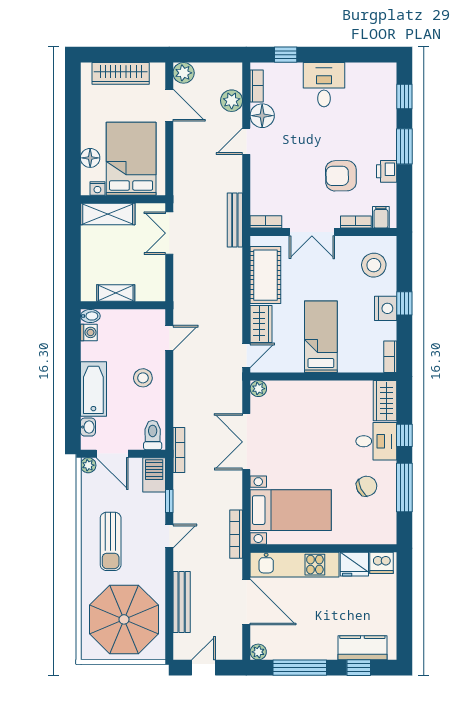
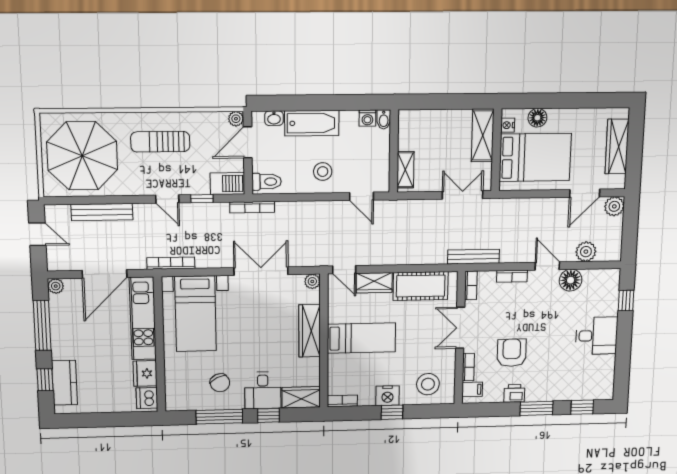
bookcase: (257, 86) -> (512, 276), moved
shelving: (116, 293) -> (405, 170), moved
wardrobe: (312, 392) -> (310, 331), added

